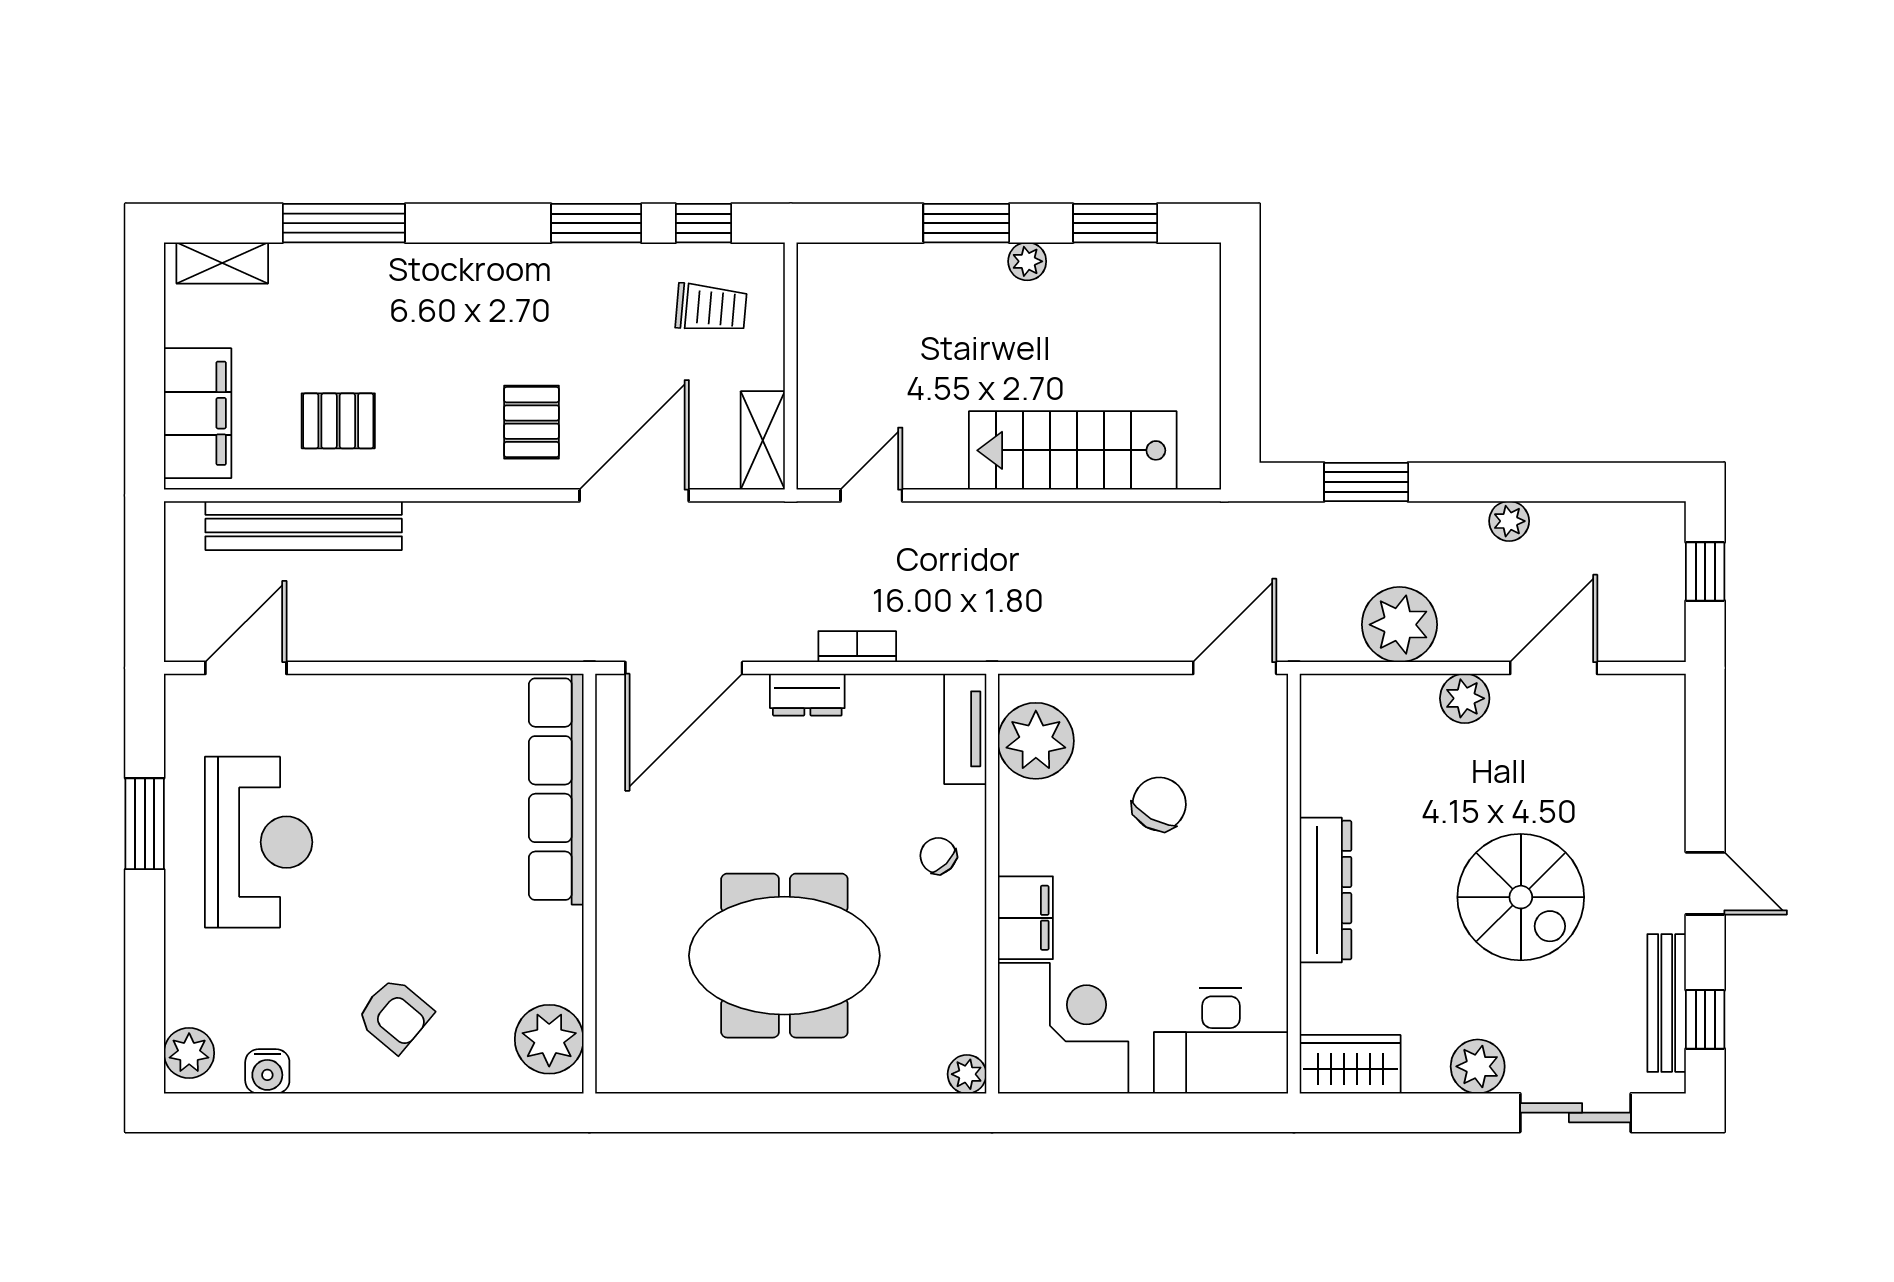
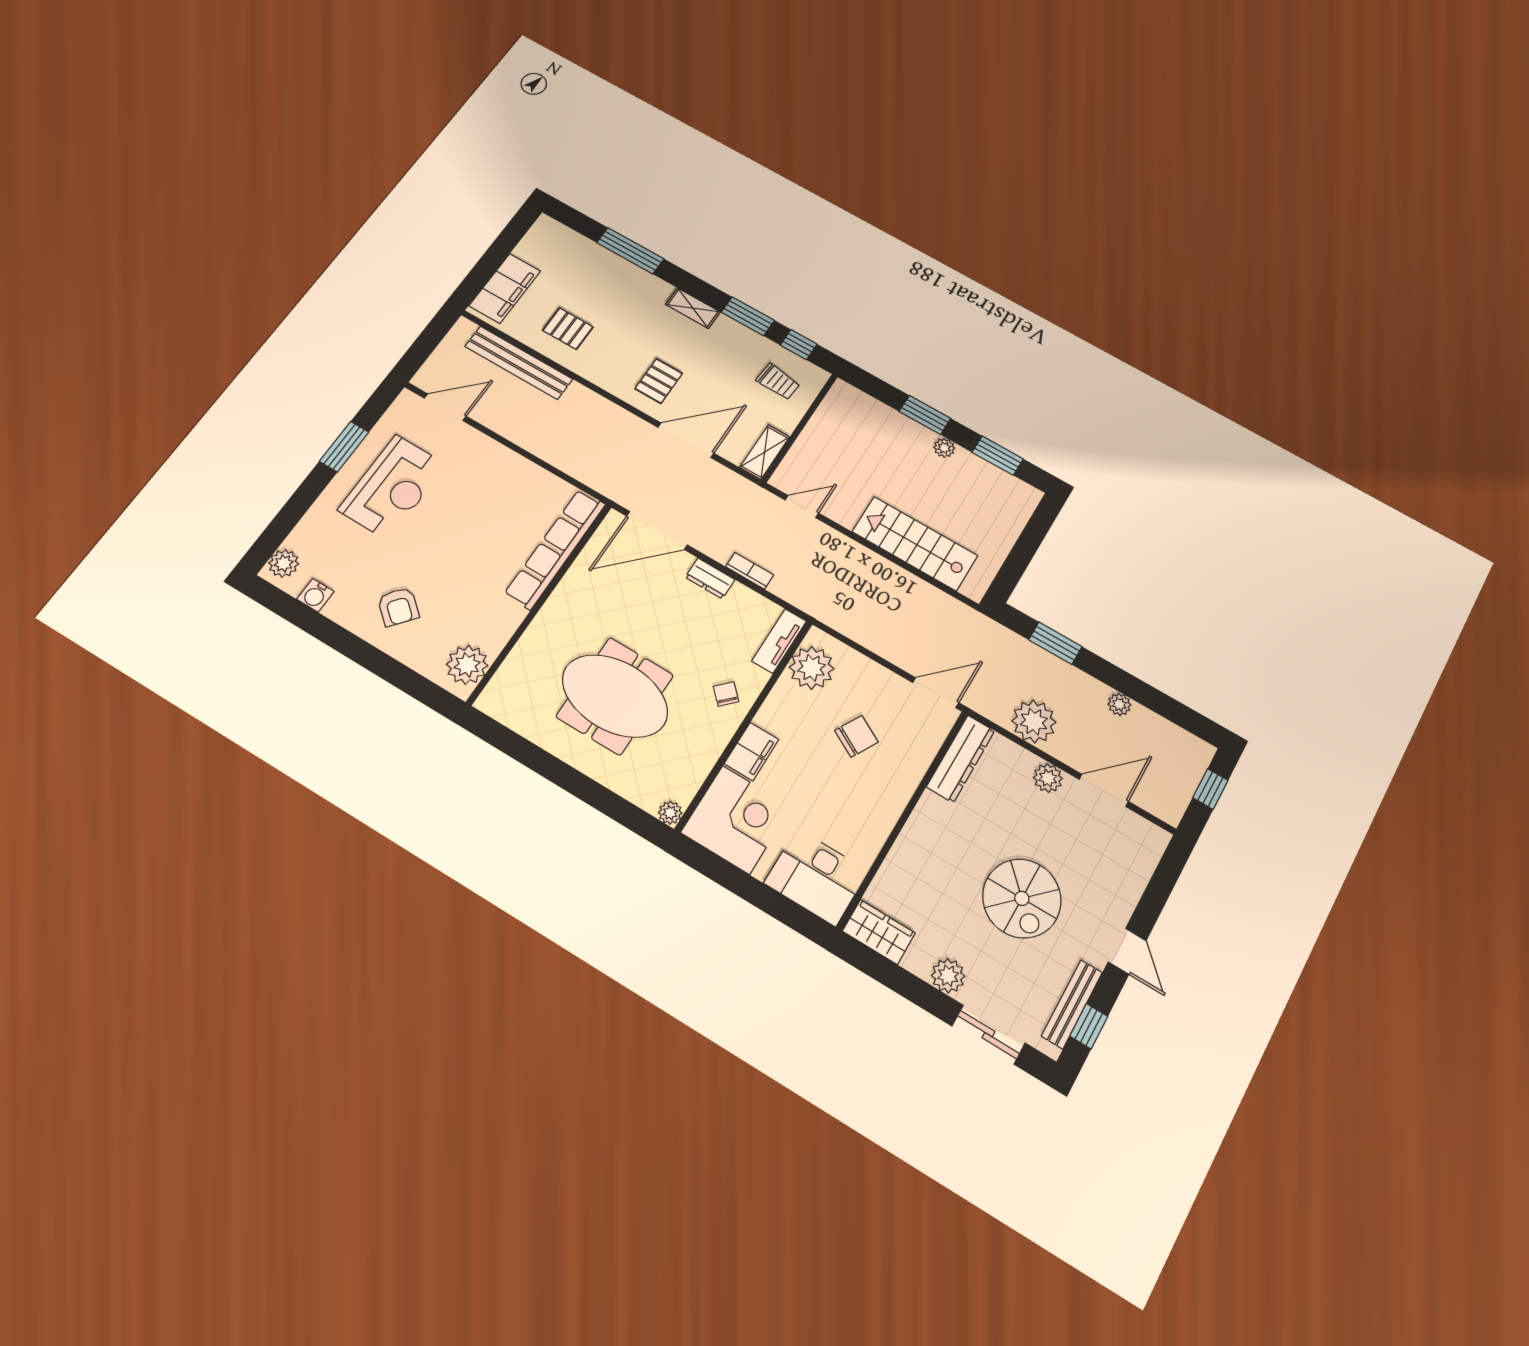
shelving: (222, 263) -> (693, 308), moved
dresser: (1325, 890) -> (961, 759), moved

